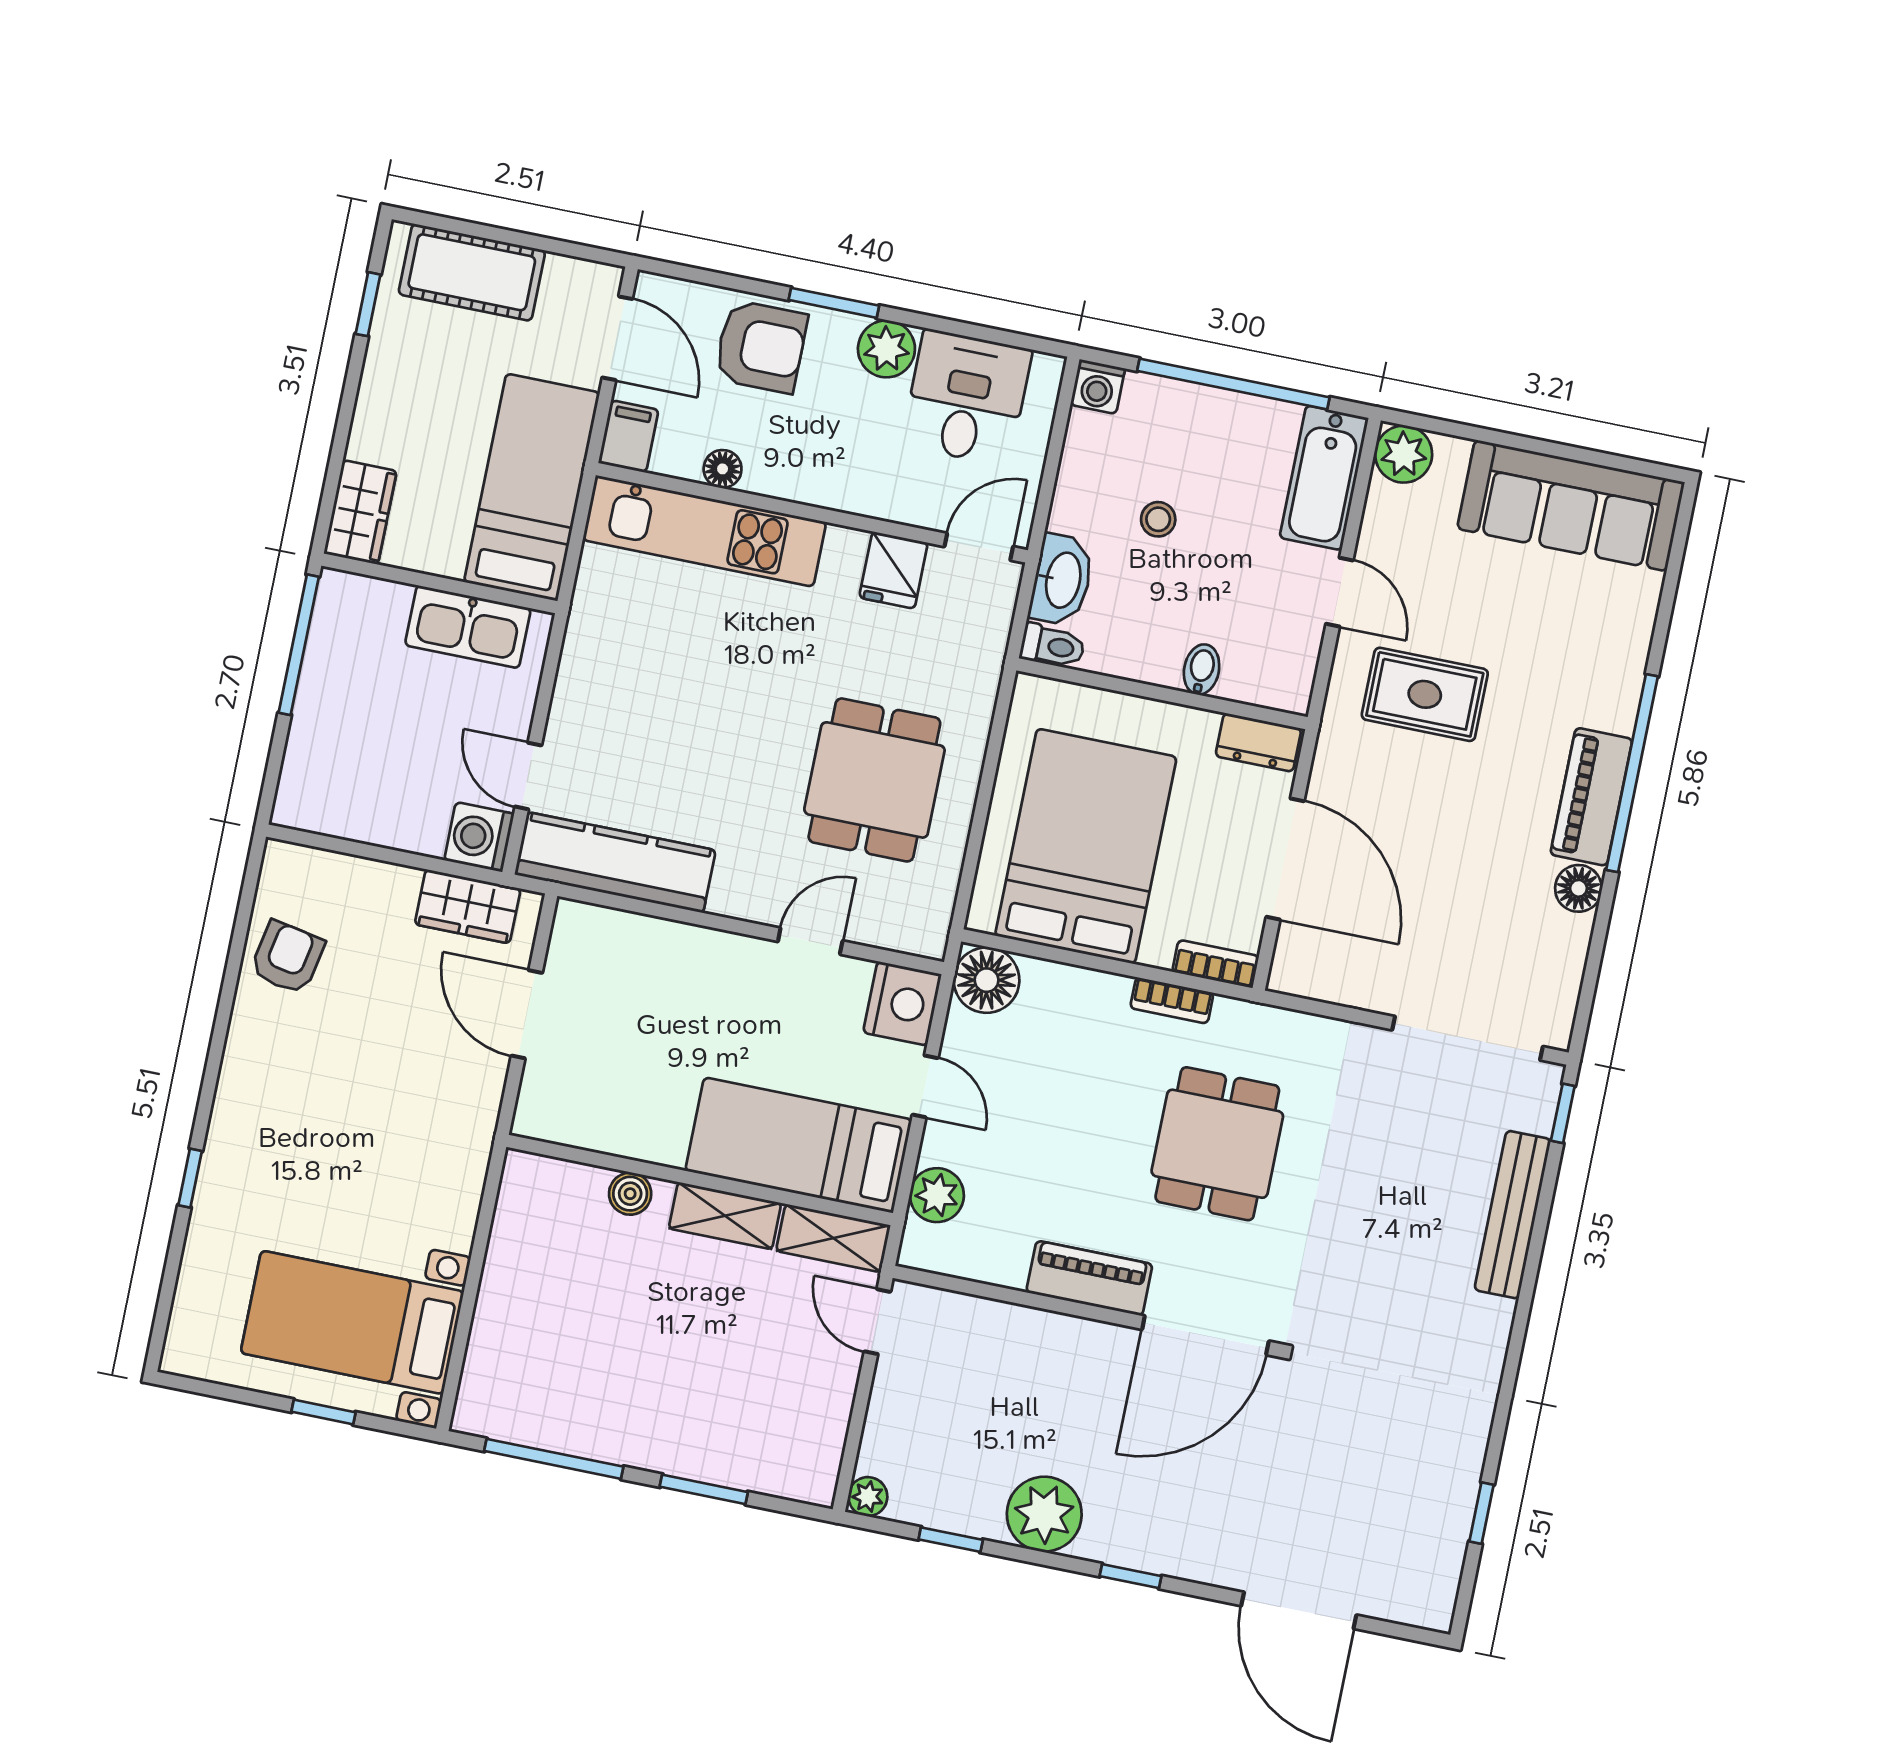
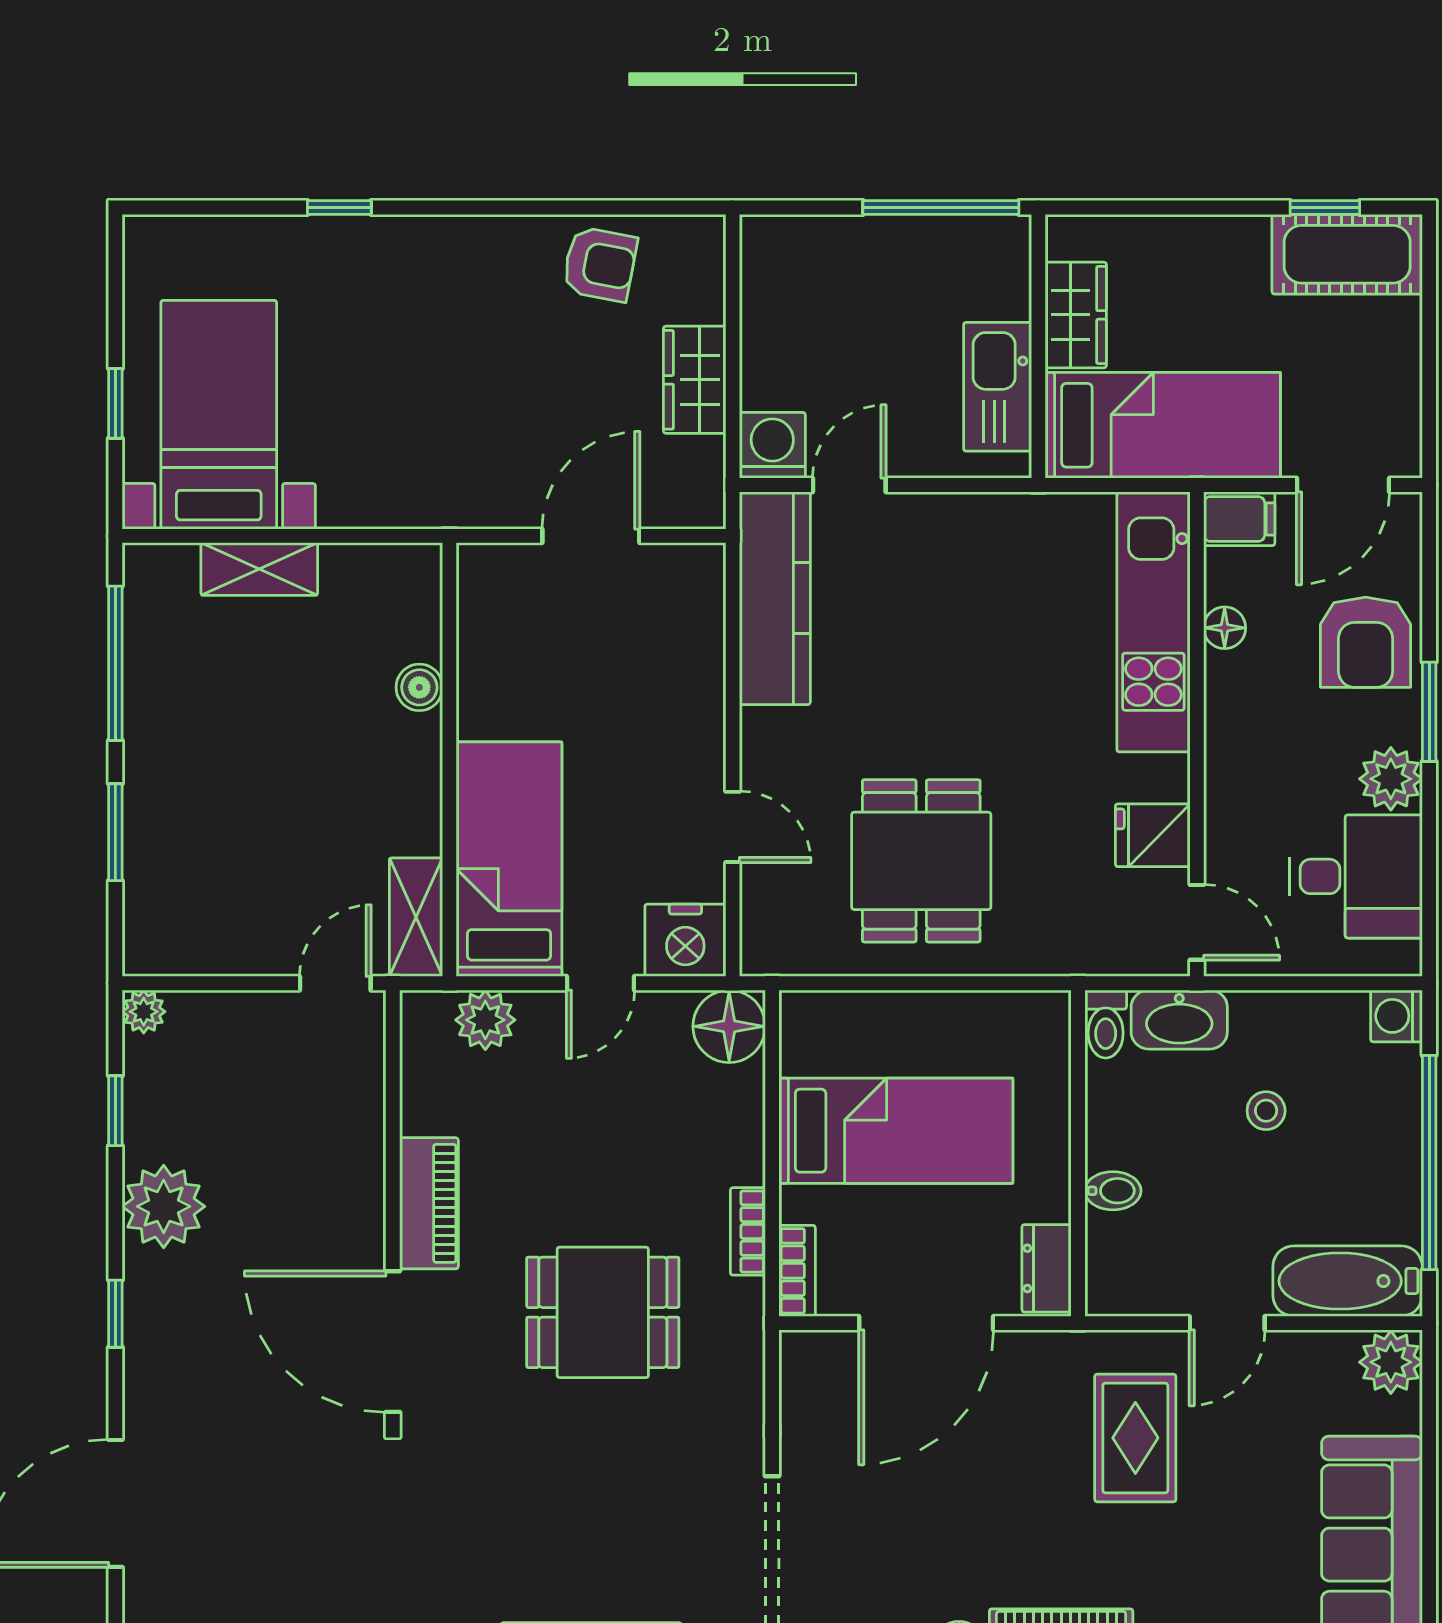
cot: (472, 272) -> (1347, 254), moved, turned 90
wardrobe: (360, 512) -> (1076, 315), moved, turned -90
dining table: (874, 780) -> (921, 861), turned 90
bed: (1086, 846) -> (896, 1131), width x0.67
wardrobe: (468, 906) -> (695, 380), moved
shelving: (725, 1216) -> (259, 569), moved, turned 90

